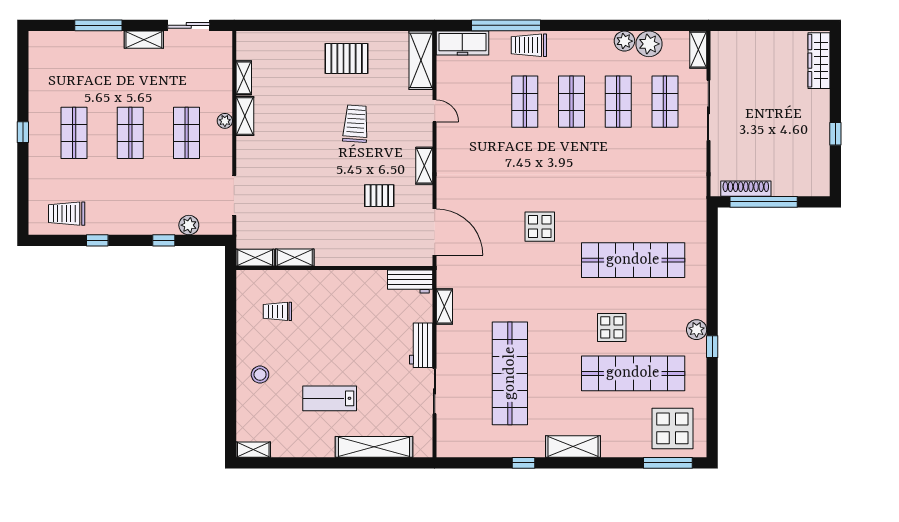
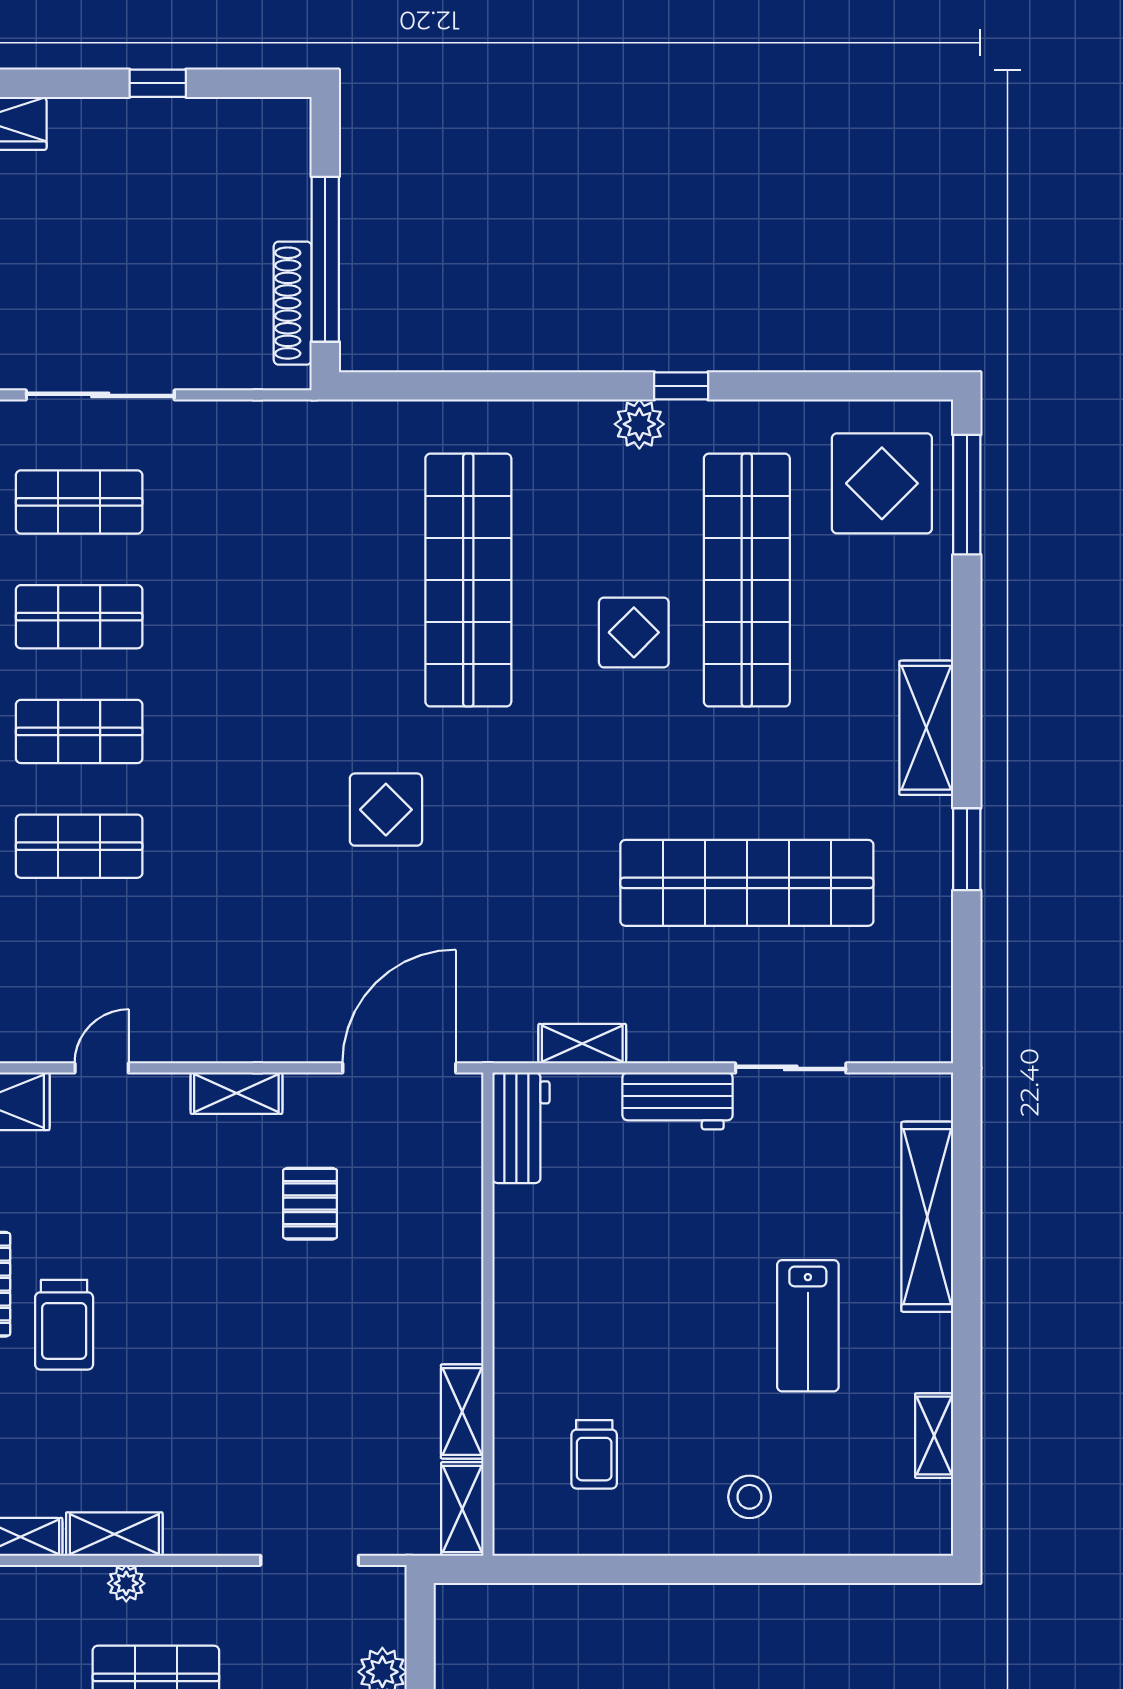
trolley: (356, 124) -> (64, 1325), moved, turned -94
shelving: (253, 450) -> (934, 1436), moved
window: (524, 463) -> (967, 849), width x1.50

